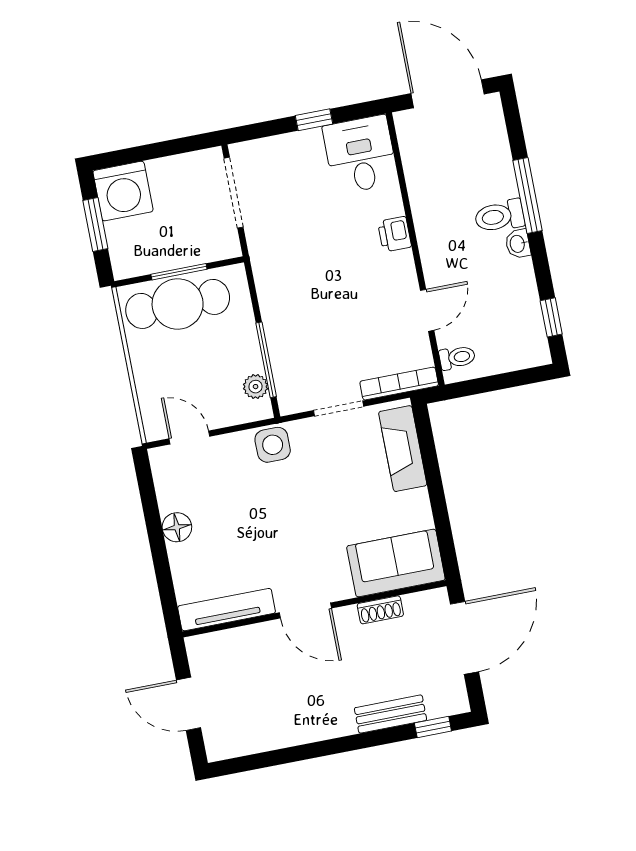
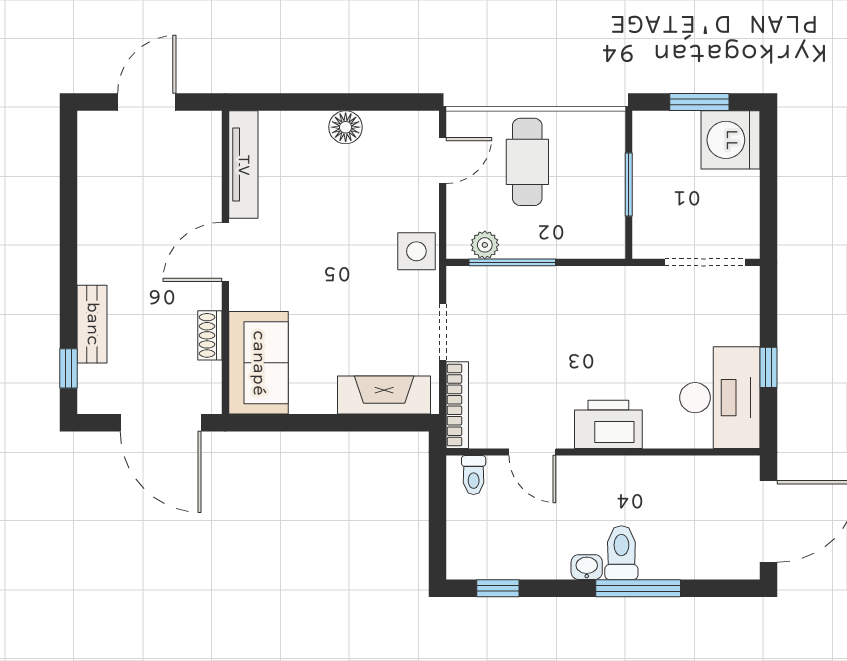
desk: (360, 155) -> (720, 398), width x1.37
printer: (395, 234) -> (608, 424), width x1.87, depth x1.48
cafe table: (178, 304) -> (527, 162), moved, width x0.73, depth x0.74

